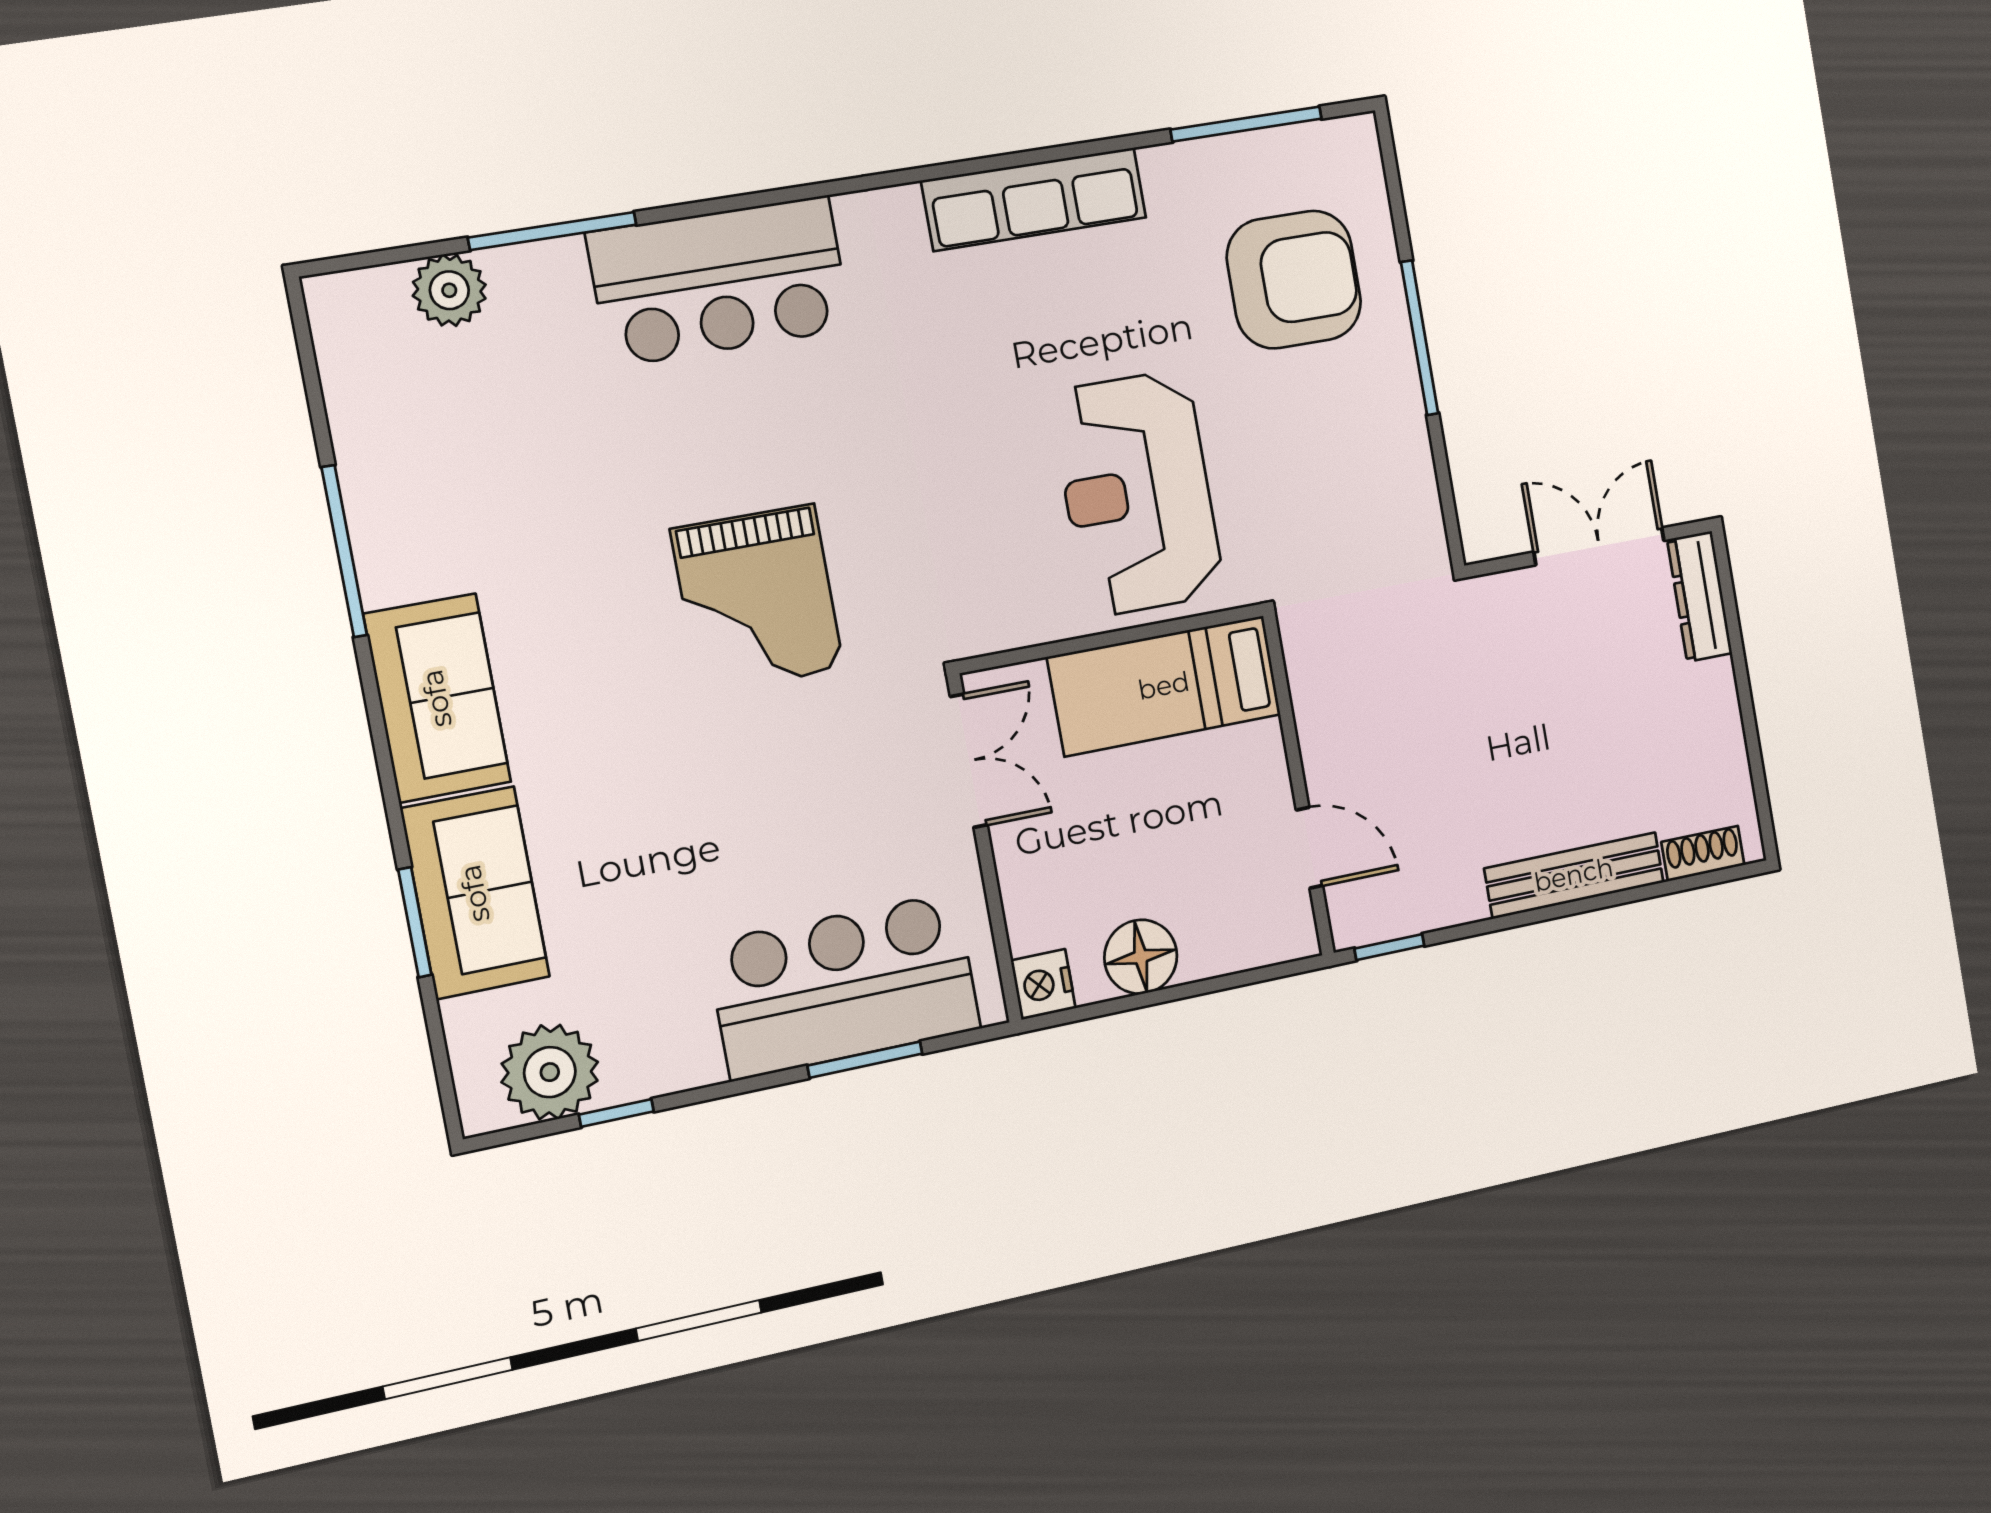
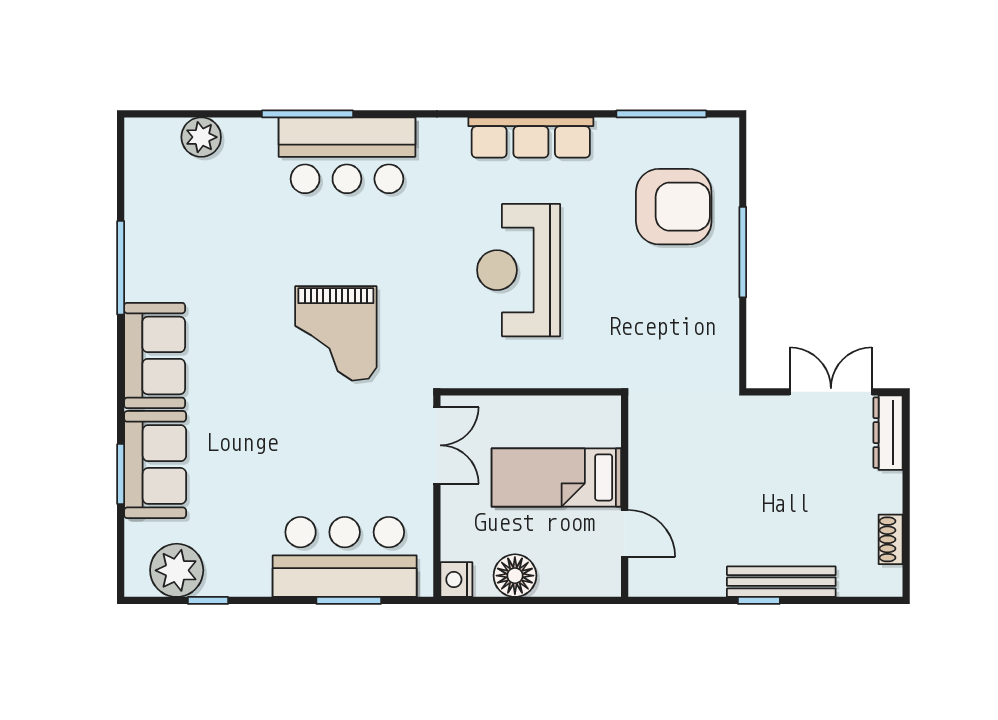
window: (552, 231) -> (307, 114), moved
reception desk: (1137, 493) -> (519, 270), moved
bed: (1164, 686) -> (556, 477), moved
shoe rack: (1703, 854) -> (891, 539), moved, turned -90
window: (1389, 947) -> (759, 600), moved

